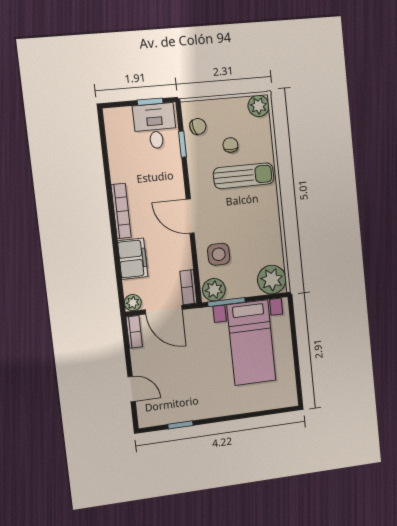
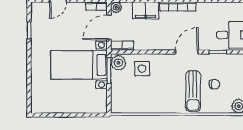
chair: (198, 126) -> (229, 64), removed
door: (190, 216) -> (187, 52), moved
plant: (272, 280) -> (121, 103), removed
bed with nightstands: (251, 343) -> (79, 65), moved

